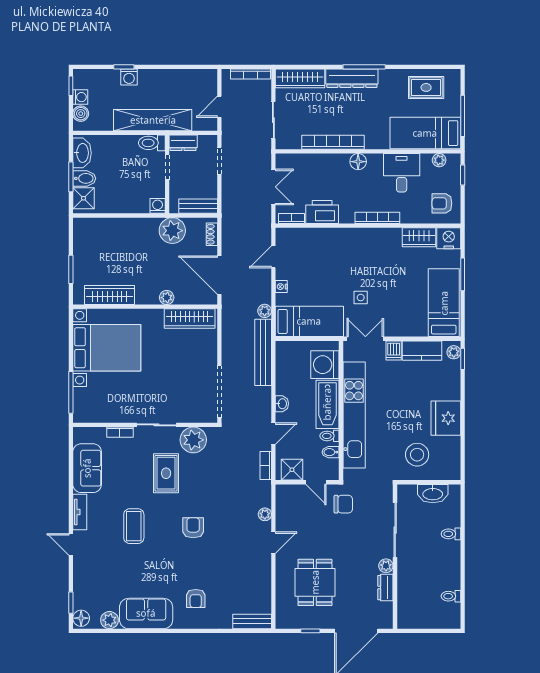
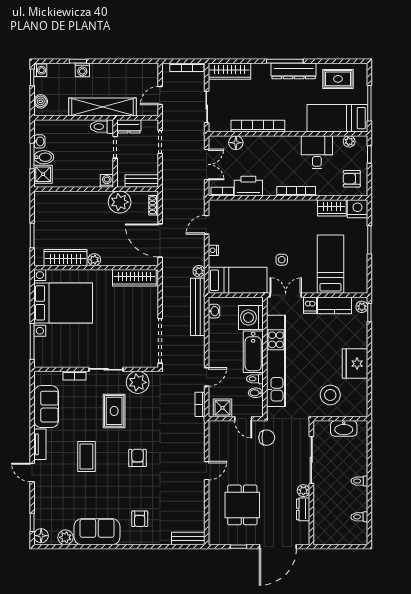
dresser: (352, 78) -> (294, 71), moved
washing machine: (80, 97) -> (40, 70), moved
washbasin: (82, 153) -> (39, 141), width x0.52, depth x0.69
floor lamp: (358, 162) -> (236, 143), moved
plant: (167, 298) -> (94, 260), moved
bed: (444, 303) -> (331, 264), moved
washbasin: (282, 404) -> (214, 311), moved
plant: (265, 514) -> (199, 446), removed
toilet: (451, 534) -> (359, 481), moved

